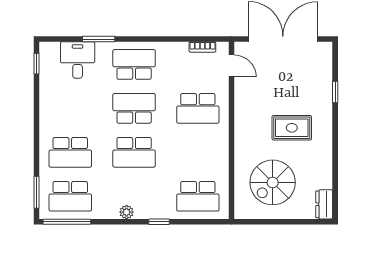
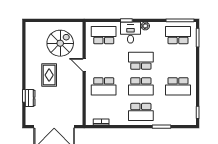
desk: (78, 60) -> (130, 33), moved, turned 180
door: (232, 66) -> (84, 65), moved
school desk: (198, 108) -> (104, 86), turned 180
rug: (292, 128) -> (49, 75), turned 90
school desk: (70, 152) -> (178, 86), moved, turned 180
dresser: (324, 204) -> (30, 98), moved

